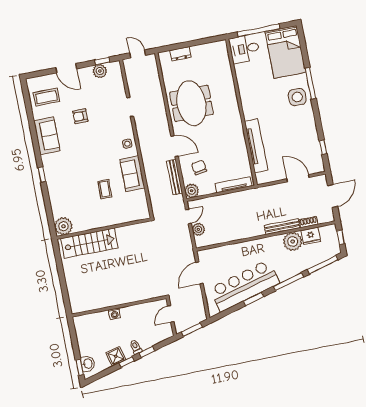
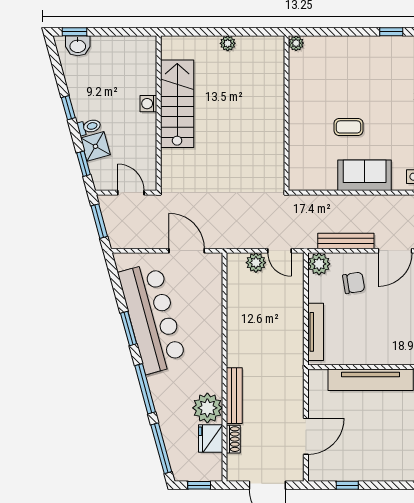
plant: (63, 226) -> (296, 43), width x0.53, depth x0.53
stairs: (89, 243) -> (177, 104), moved, turned 180
plant: (68, 273) -> (228, 43), added
window: (147, 352) -> (84, 164), moved
shower: (116, 356) -> (95, 146), moved

